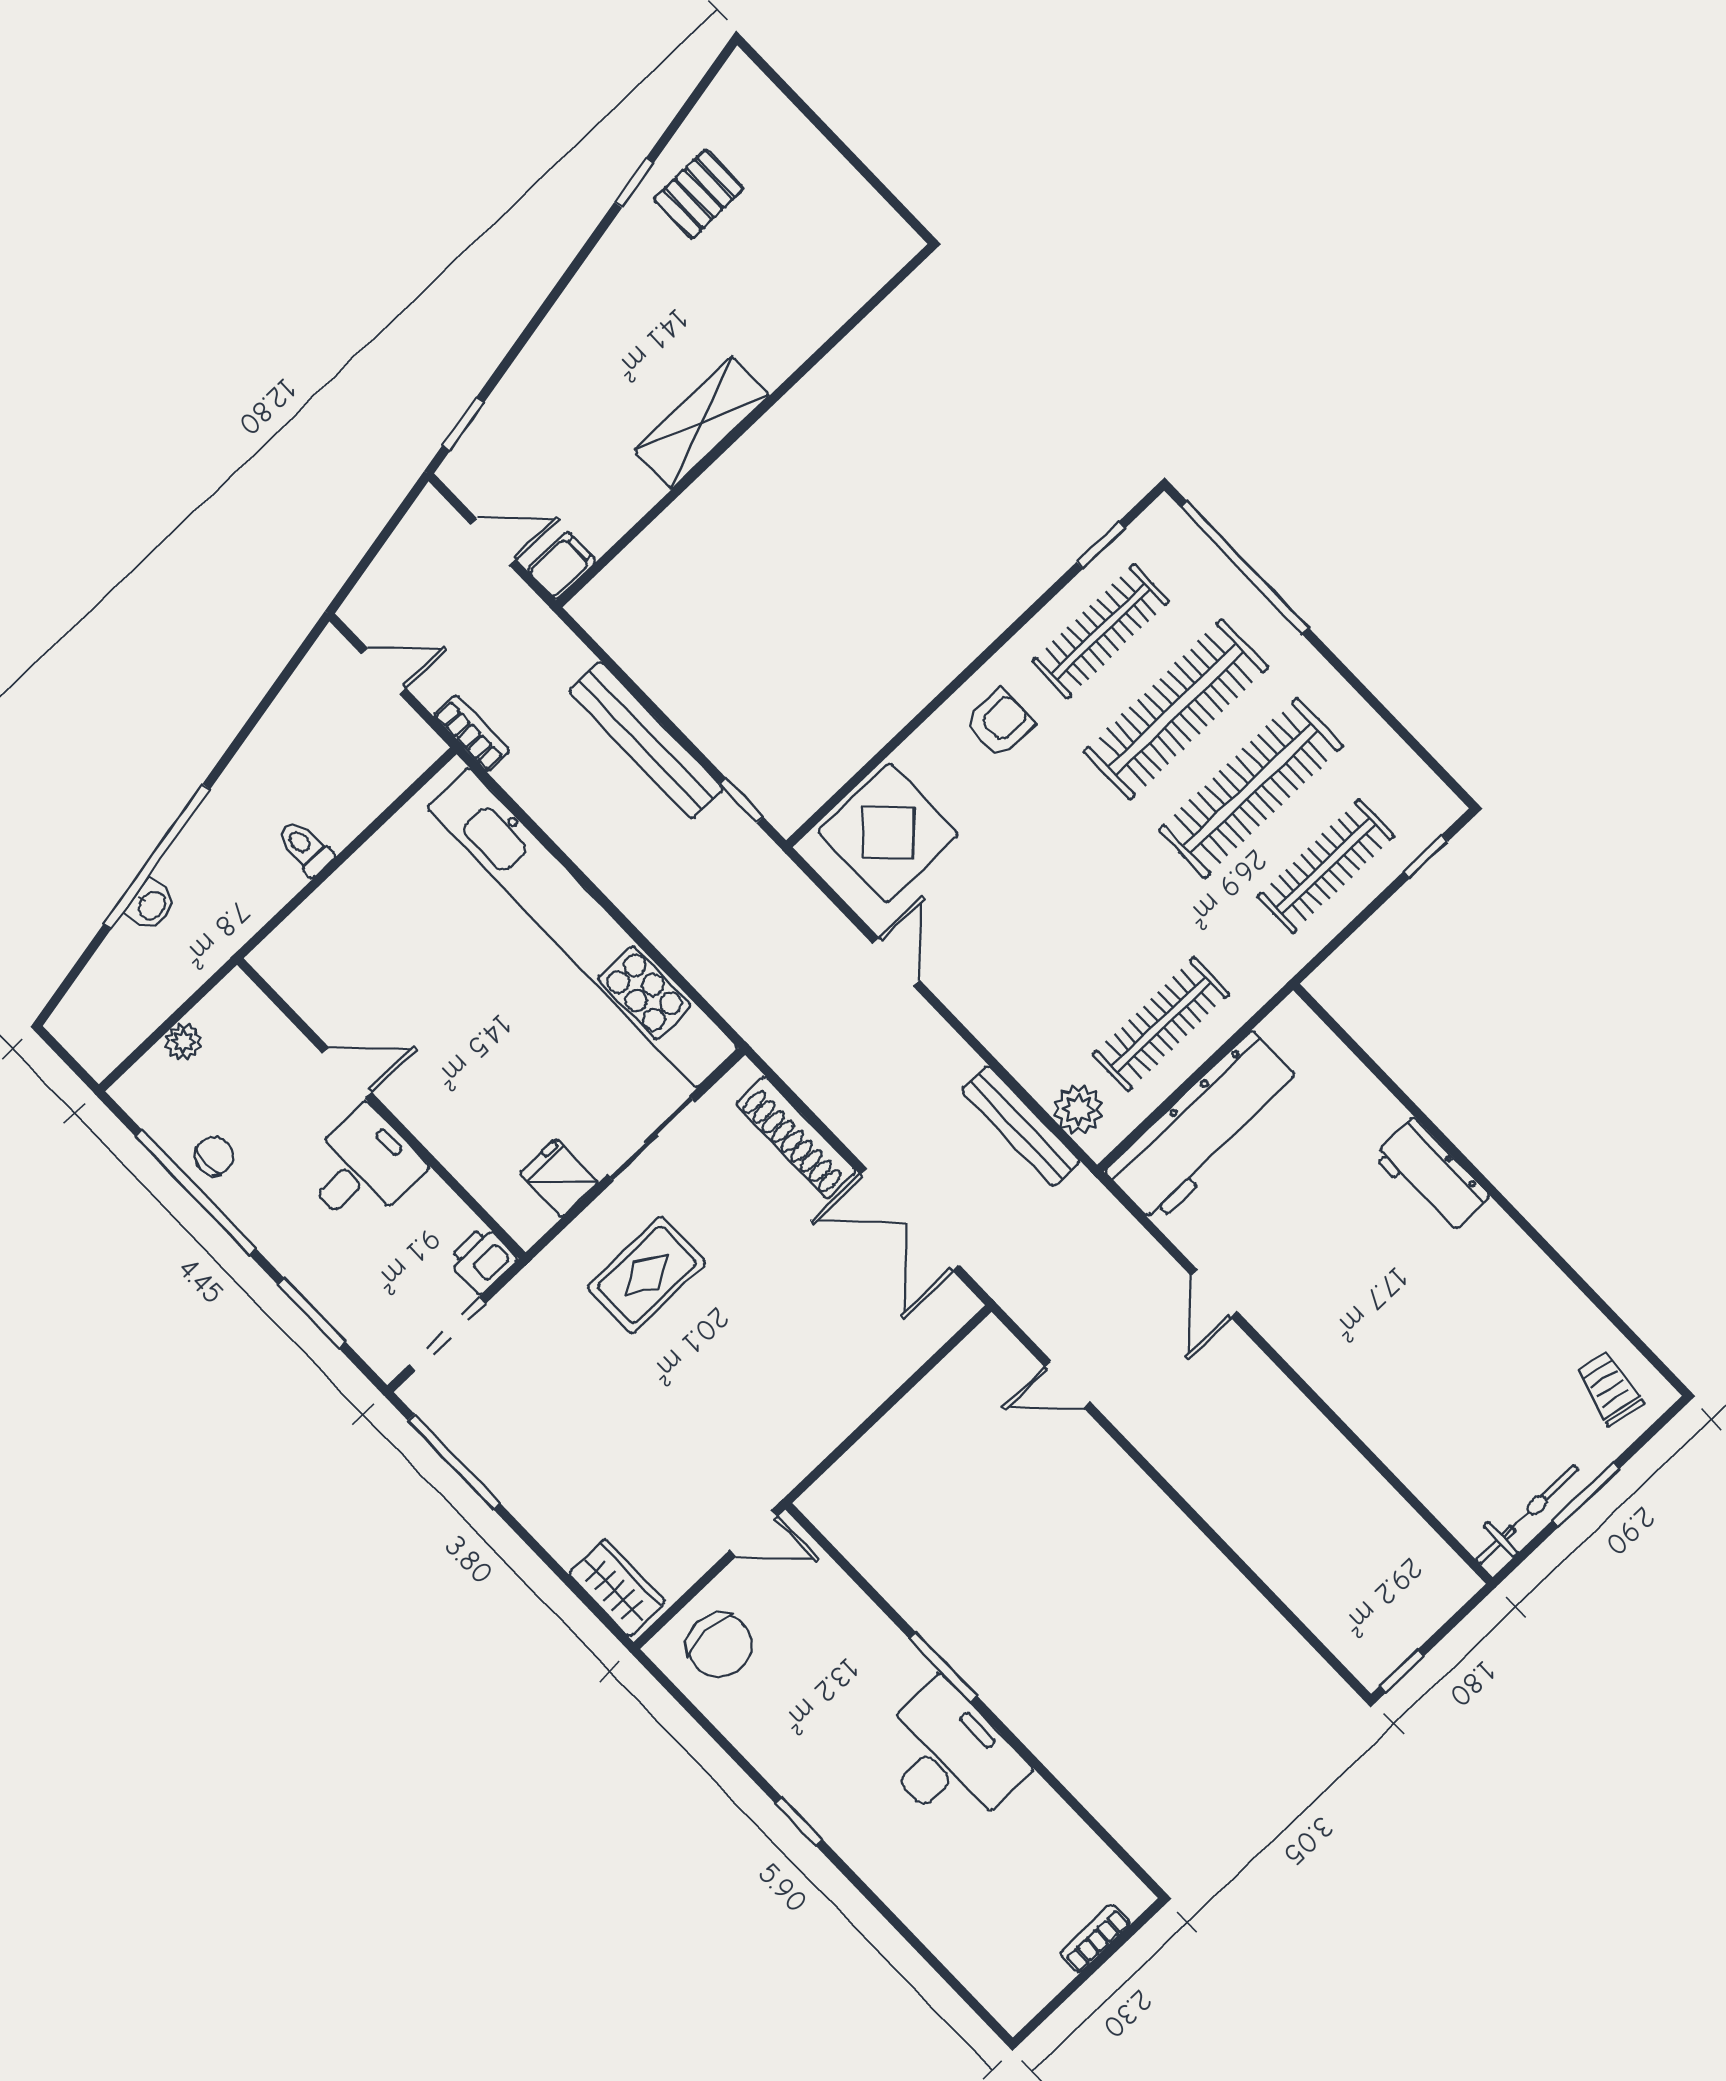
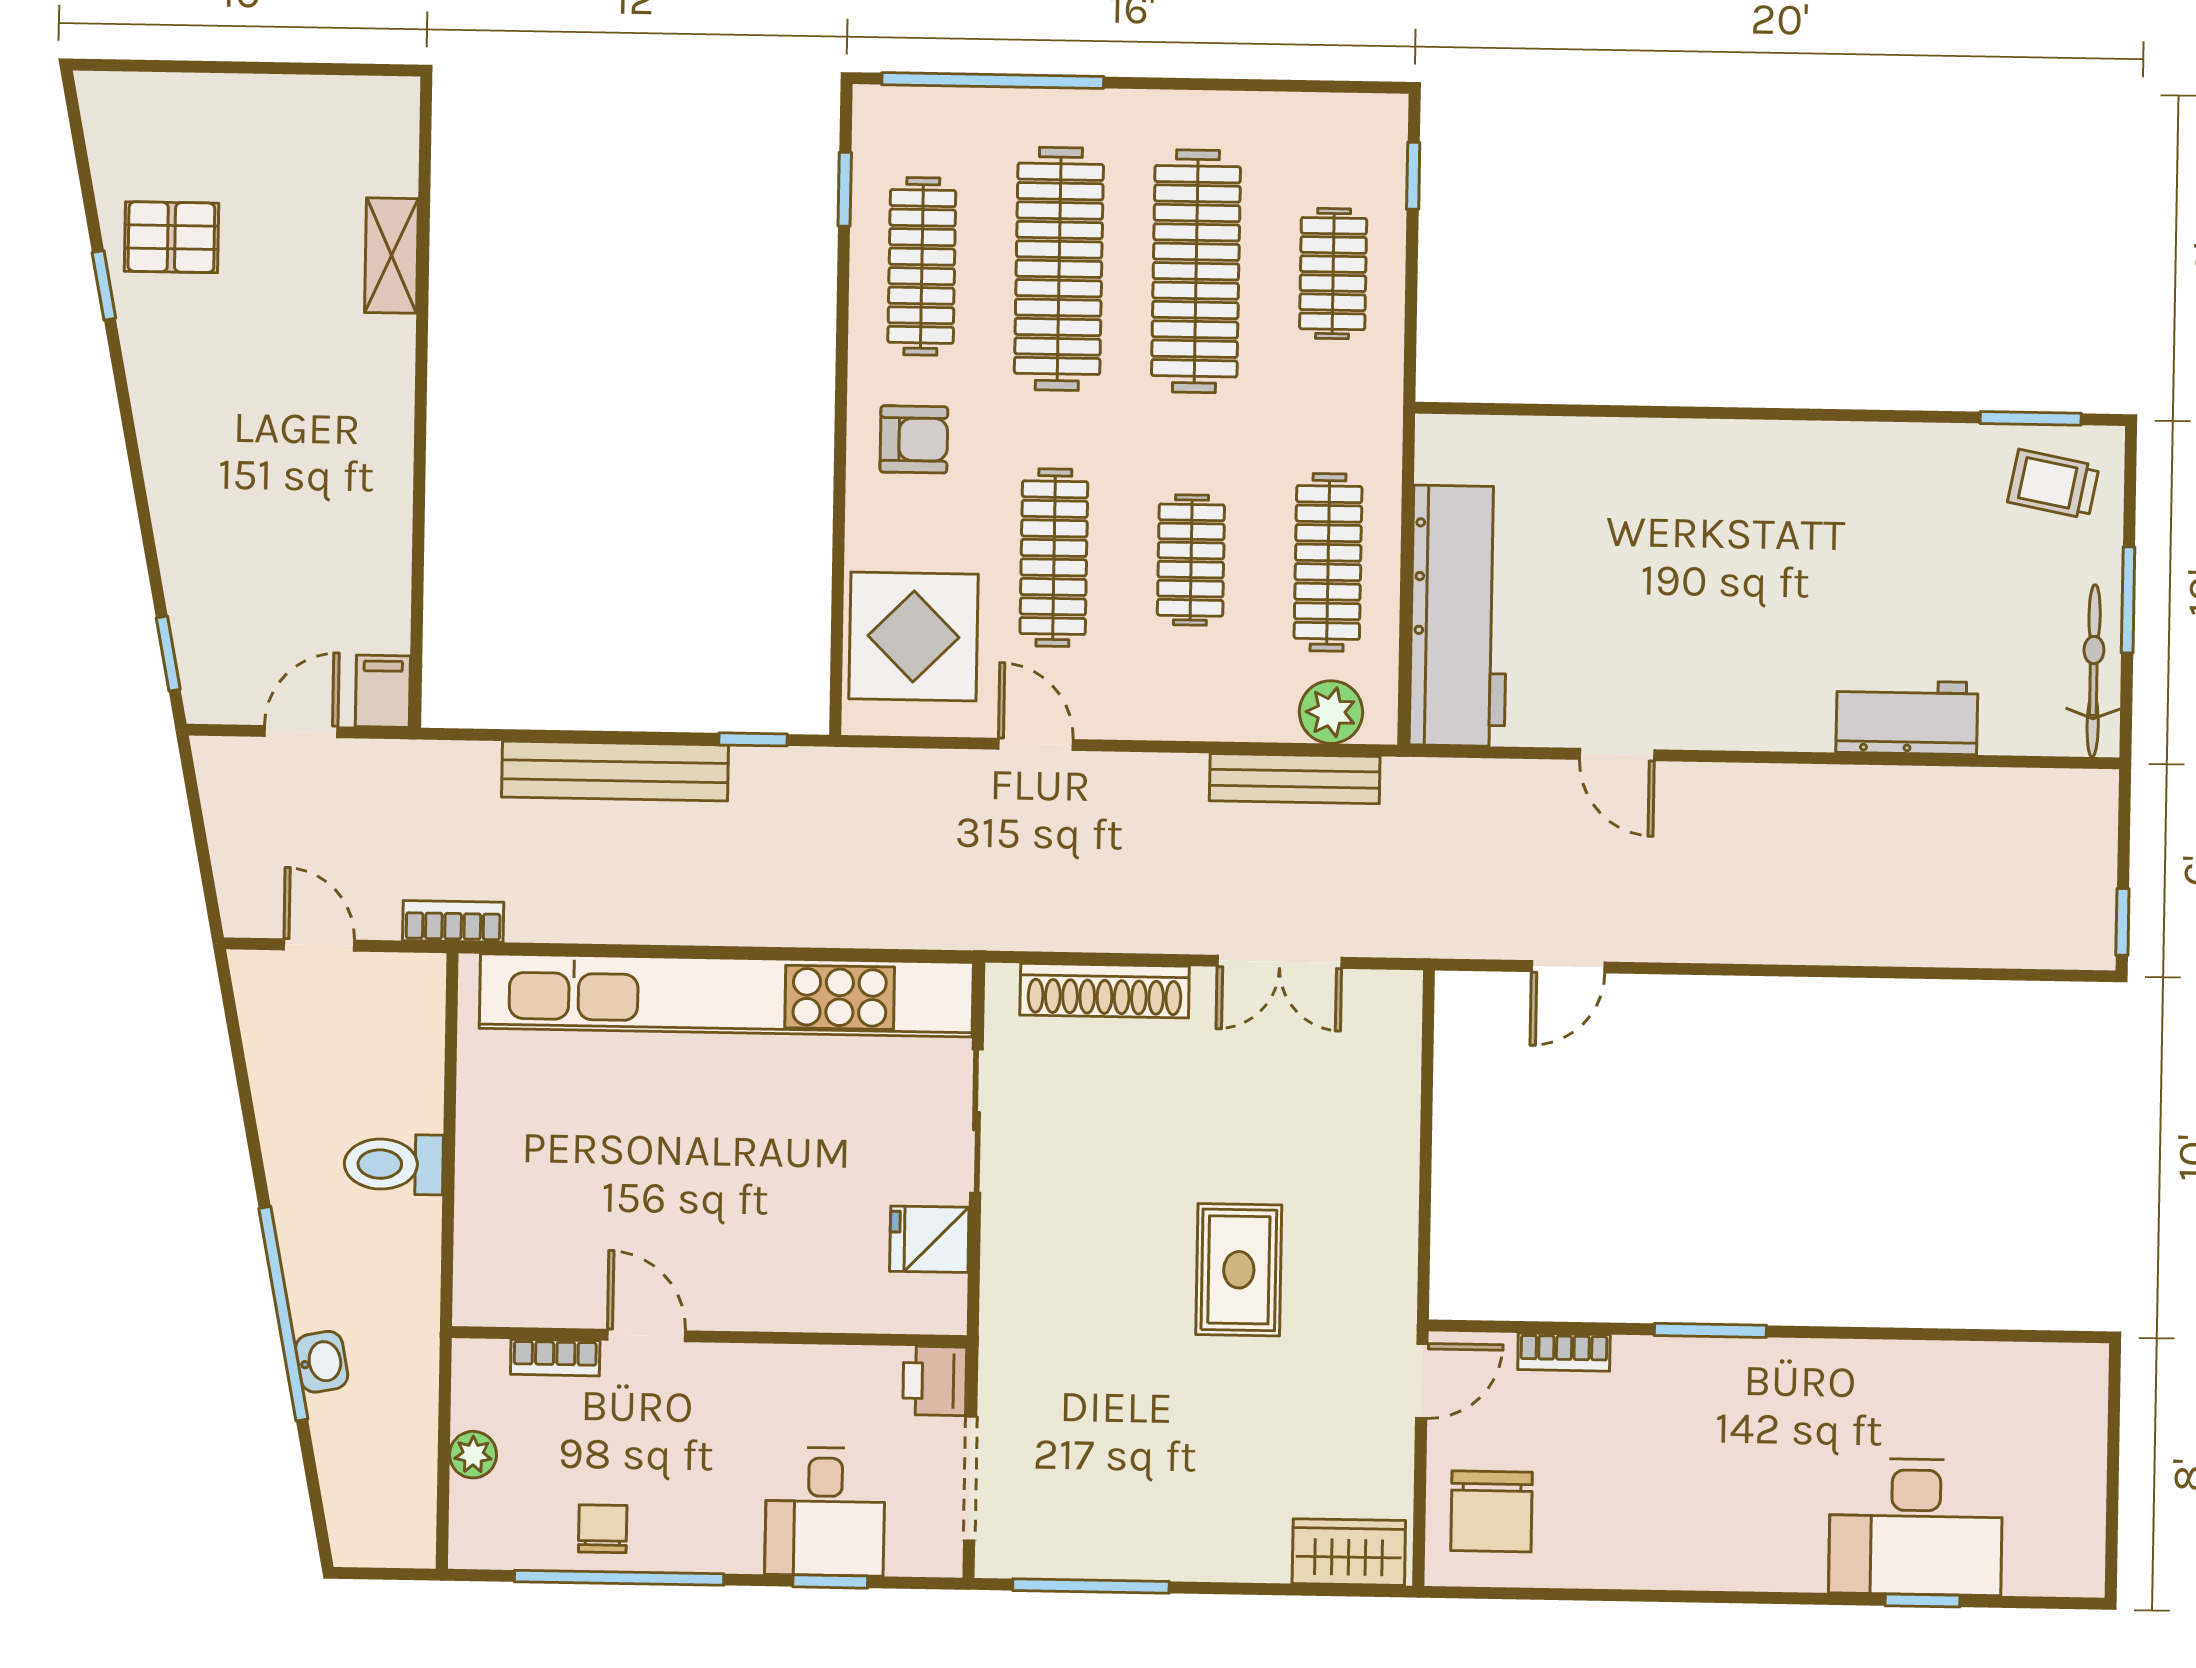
pallet: (699, 194) -> (171, 237), turned 90
shelving: (702, 423) -> (391, 256), moved, width x0.67, depth x0.75
door: (384, 671) -> (319, 945), hinge flipped
armchair: (999, 723) -> (914, 439), turned 90
toilet: (305, 848) -> (394, 1164), width x1.37, depth x1.39
clothes rail: (1326, 866) -> (1333, 274), width x0.73
clothes rail: (1011, 868) -> (1054, 558), added
clothes rail: (1086, 946) -> (1191, 560), added
bookcase: (284, 1034) -> (555, 1358), added
door: (347, 1073) -> (646, 1336), hinge flipped
desk: (362, 1168) -> (825, 1512), moved, turned 180
workbench: (1431, 1176) -> (1907, 717), moved, turned 180
double door: (910, 1220) -> (1279, 962), width x0.73
rug: (647, 1275) -> (1239, 1270), moved
window: (311, 1313) -> (830, 1581), width x0.67
window: (1634, 1339) -> (2031, 418), added
chair: (719, 1645) -> (1492, 1511), turned 90
desk: (949, 1757) -> (1916, 1527), moved, turned 180
window: (799, 1821) -> (1922, 1600), moved
bookcase: (1095, 1938) -> (1564, 1352), moved, turned -90

